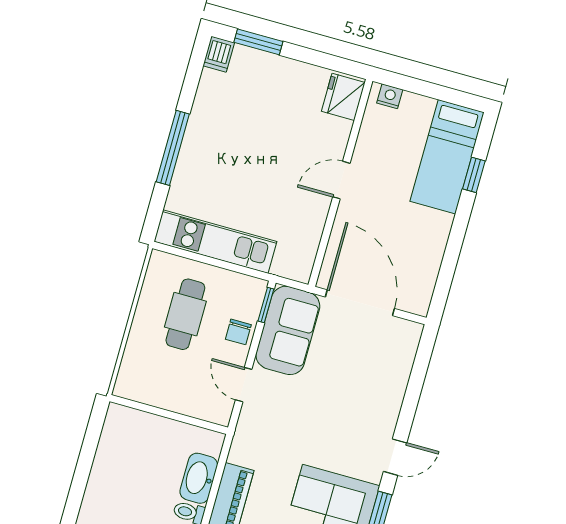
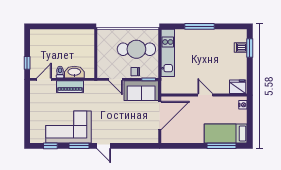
dishwasher: (219, 54) -> (241, 47), moved
window: (474, 175) -> (222, 146), width x2.17
cafe table: (185, 314) -> (136, 49), width x1.37, depth x1.35
door: (244, 385) -> (115, 79), swing flipped

